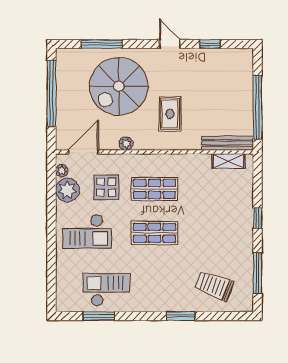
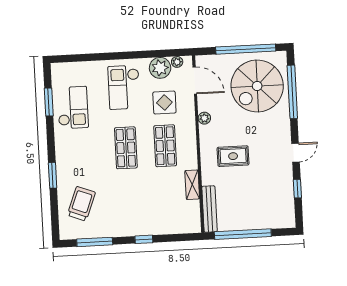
window: (102, 44) -> (292, 92), width x1.46
spiral stairs: (119, 86) -> (257, 86), moved, turned -90
shelving: (228, 161) -> (192, 185), moved

